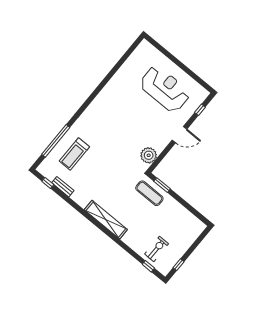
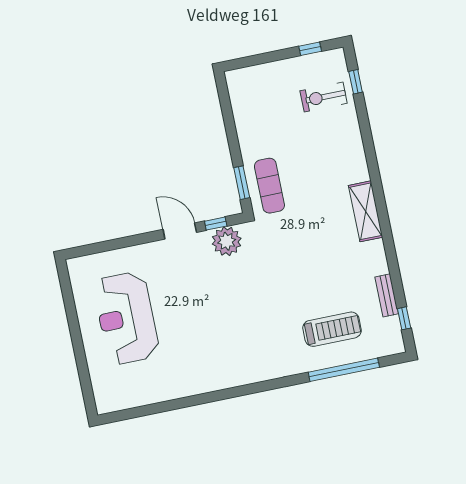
window: (200, 110) -> (216, 224), moved
door: (179, 135) -> (180, 231), moved
shelving: (106, 220) -> (366, 211), width x0.68

